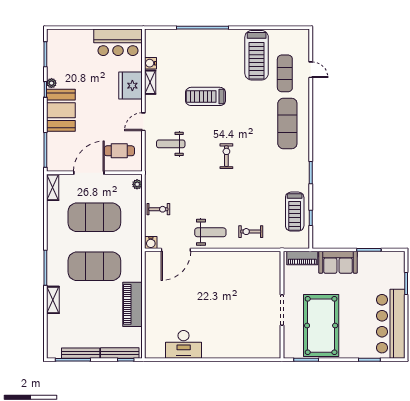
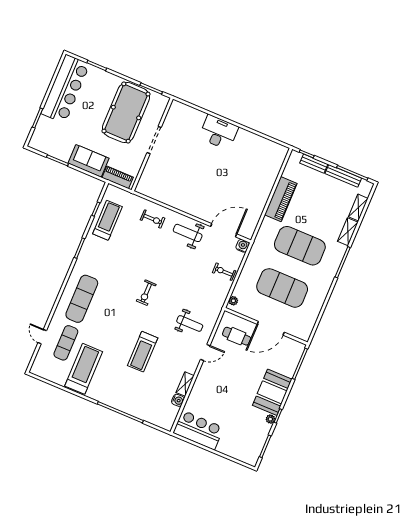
fridge: (131, 86) -> (203, 388), removed
treadmill: (206, 96) -> (143, 352), turned 90
shelving: (53, 187) -> (358, 208), moved
desk: (184, 344) -> (219, 132), moved
bench: (120, 353) -> (314, 164), width x0.73

